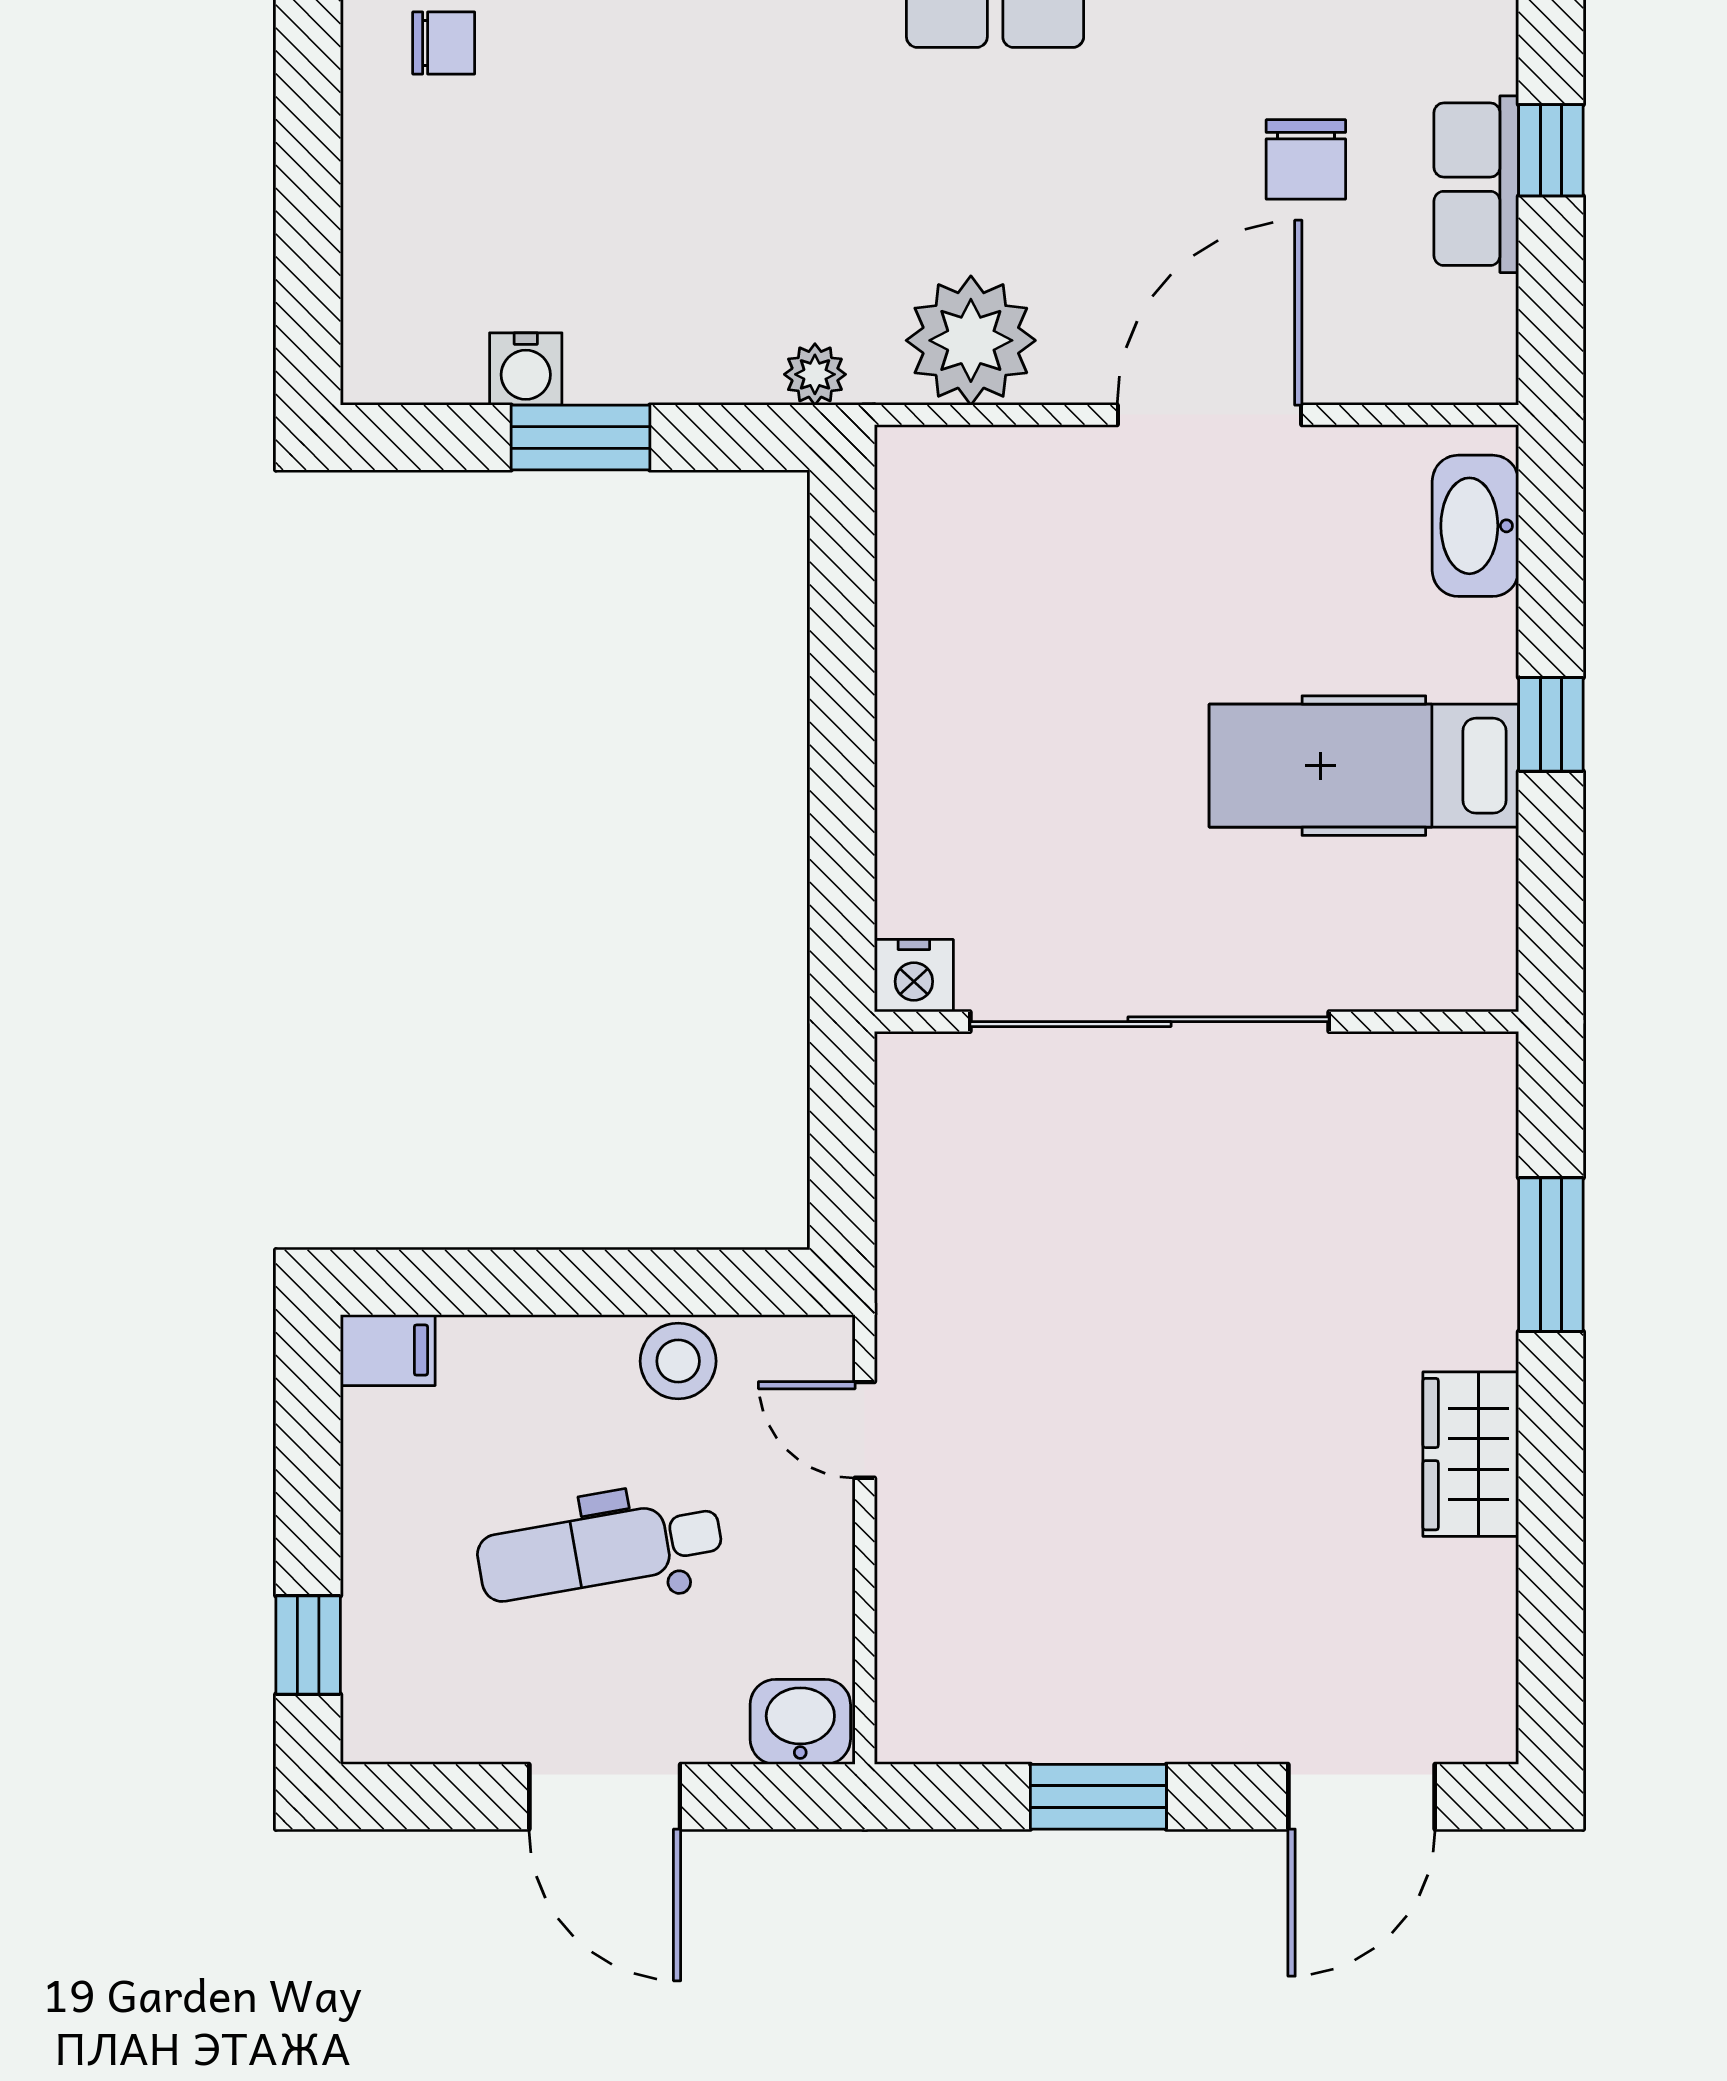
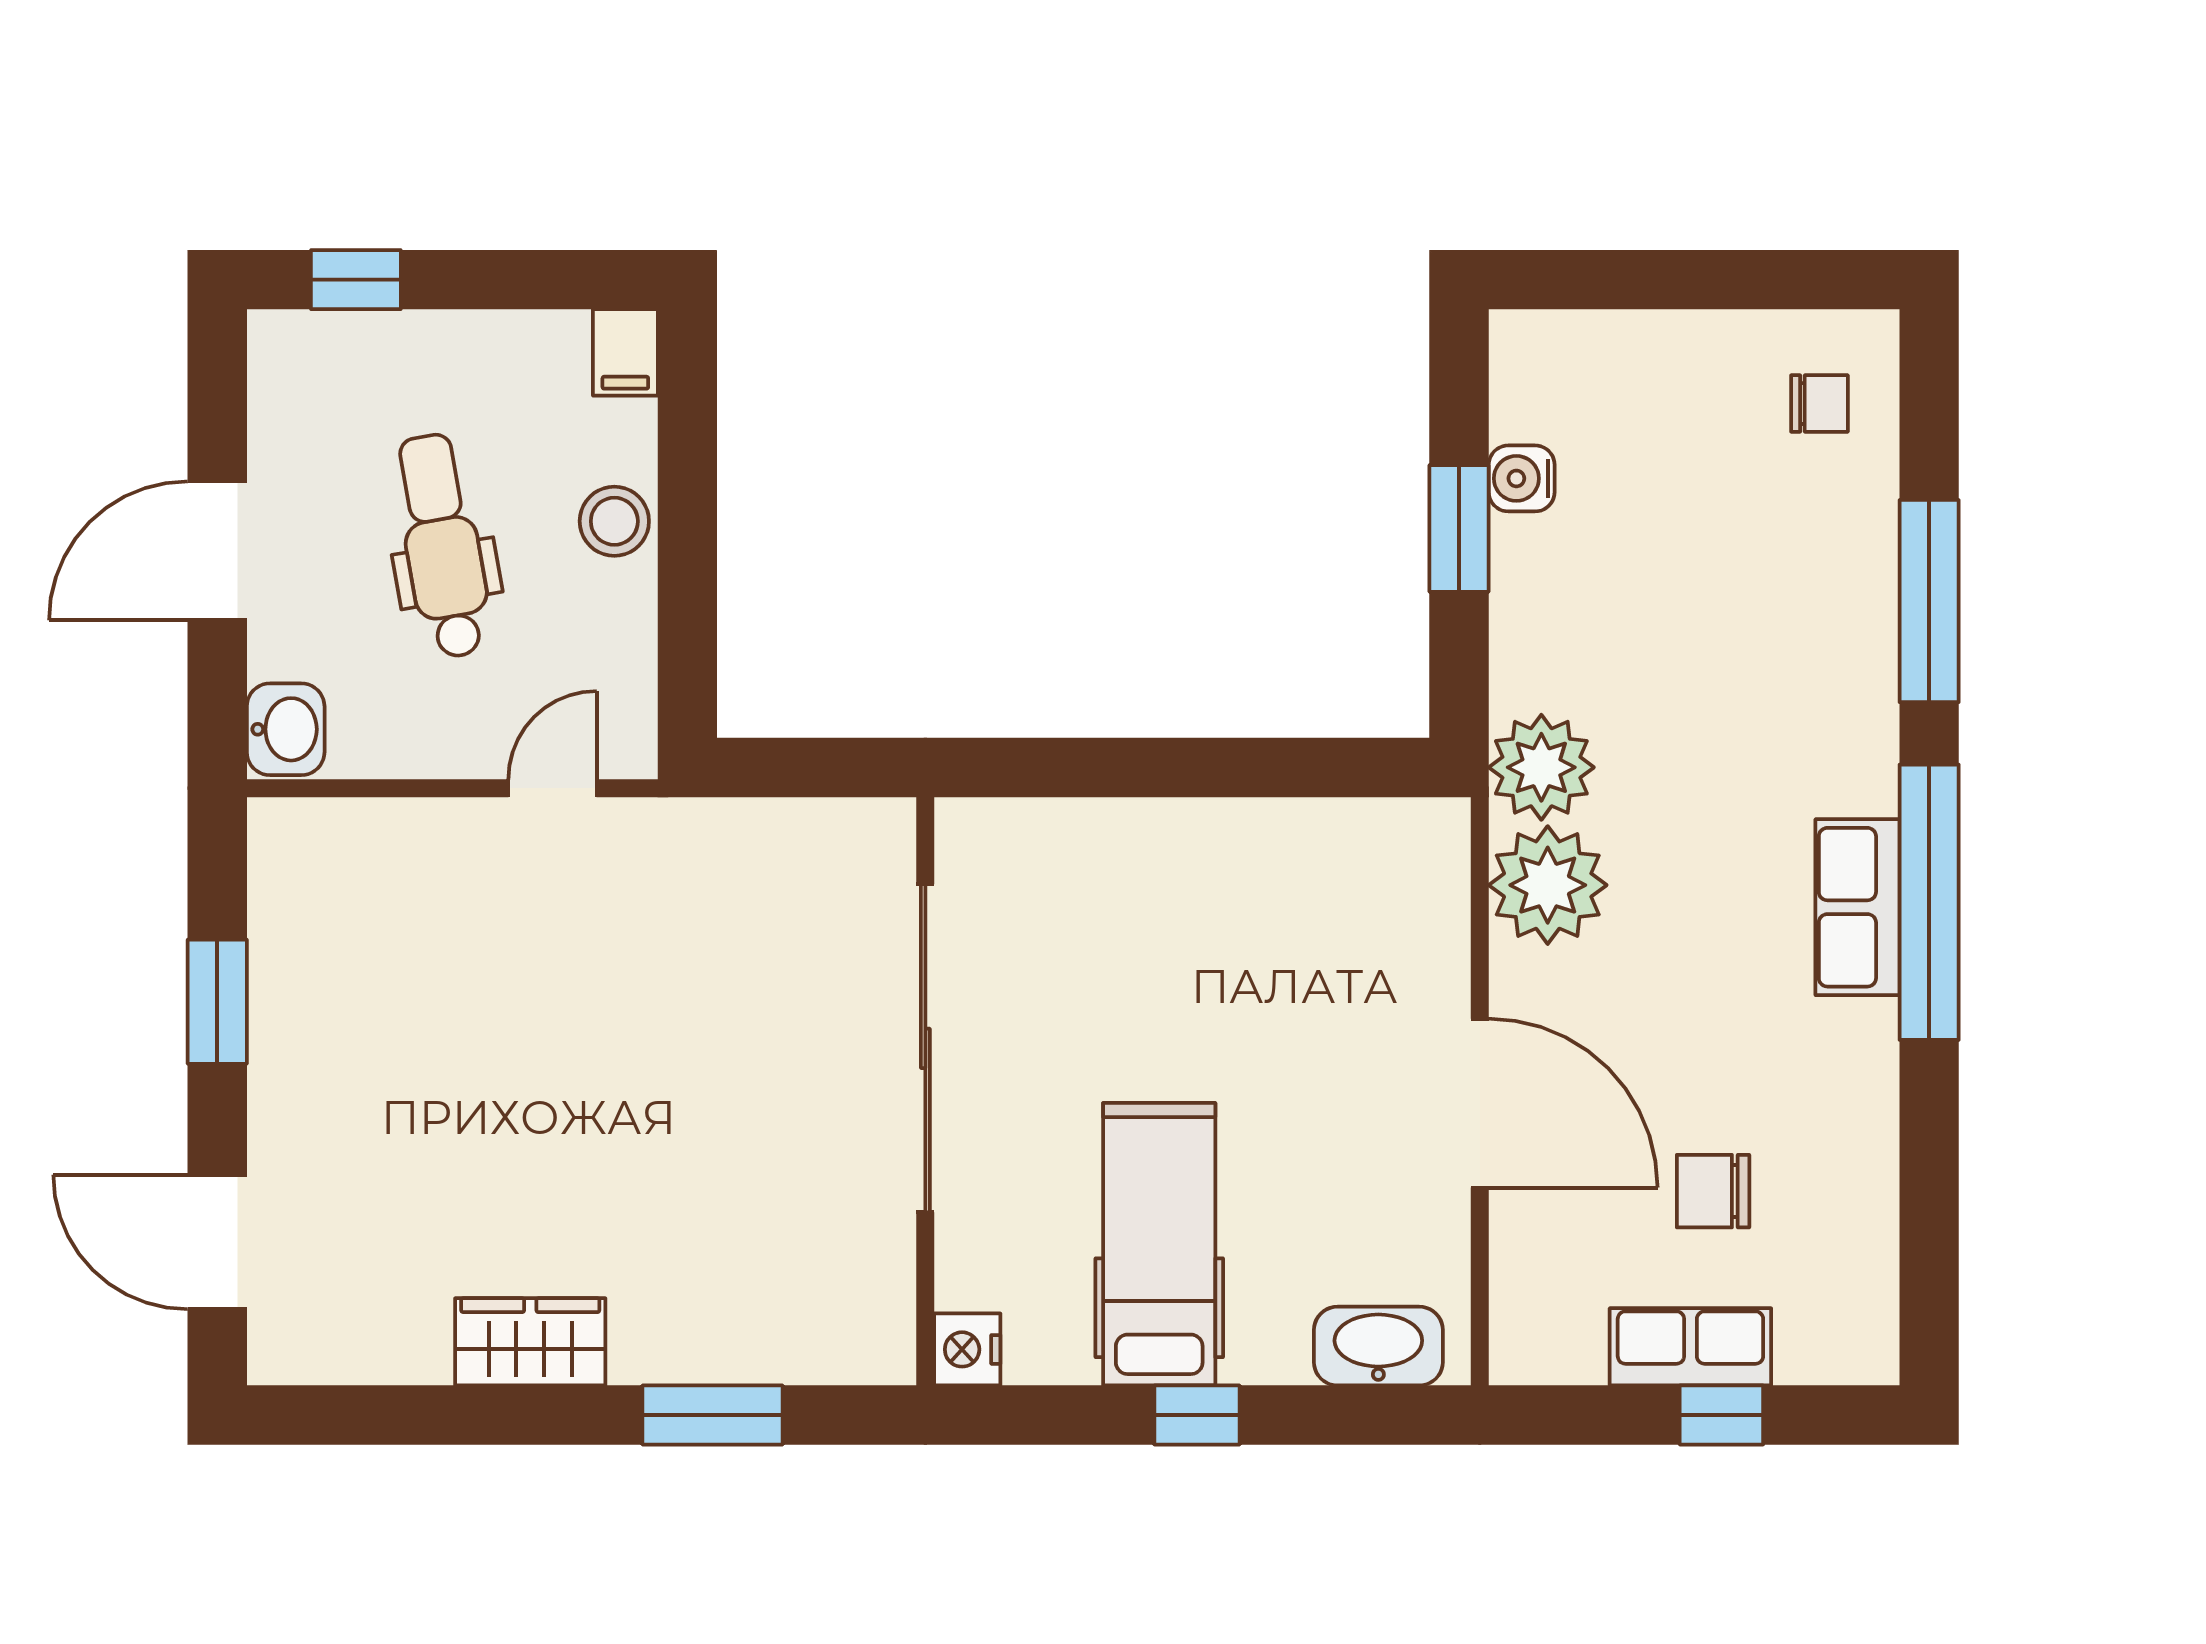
chair: (444, 43) -> (1819, 404), turned -90
plant: (815, 374) -> (1541, 767), width x1.87, depth x1.87
nightstand: (914, 976) -> (967, 1349), moved
stool: (678, 1361) -> (614, 521), moved

